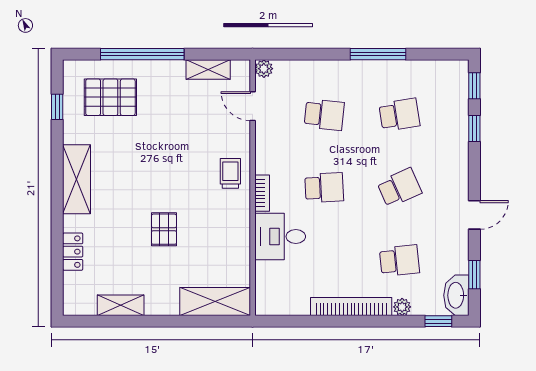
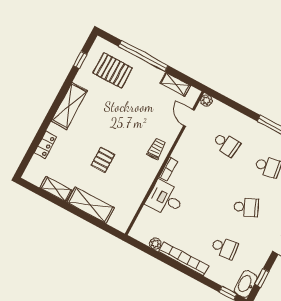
school desk: (324, 188) -> (204, 185), removed
shelving: (215, 302) -> (91, 205), moved
plant: (402, 307) -> (155, 244), moved

